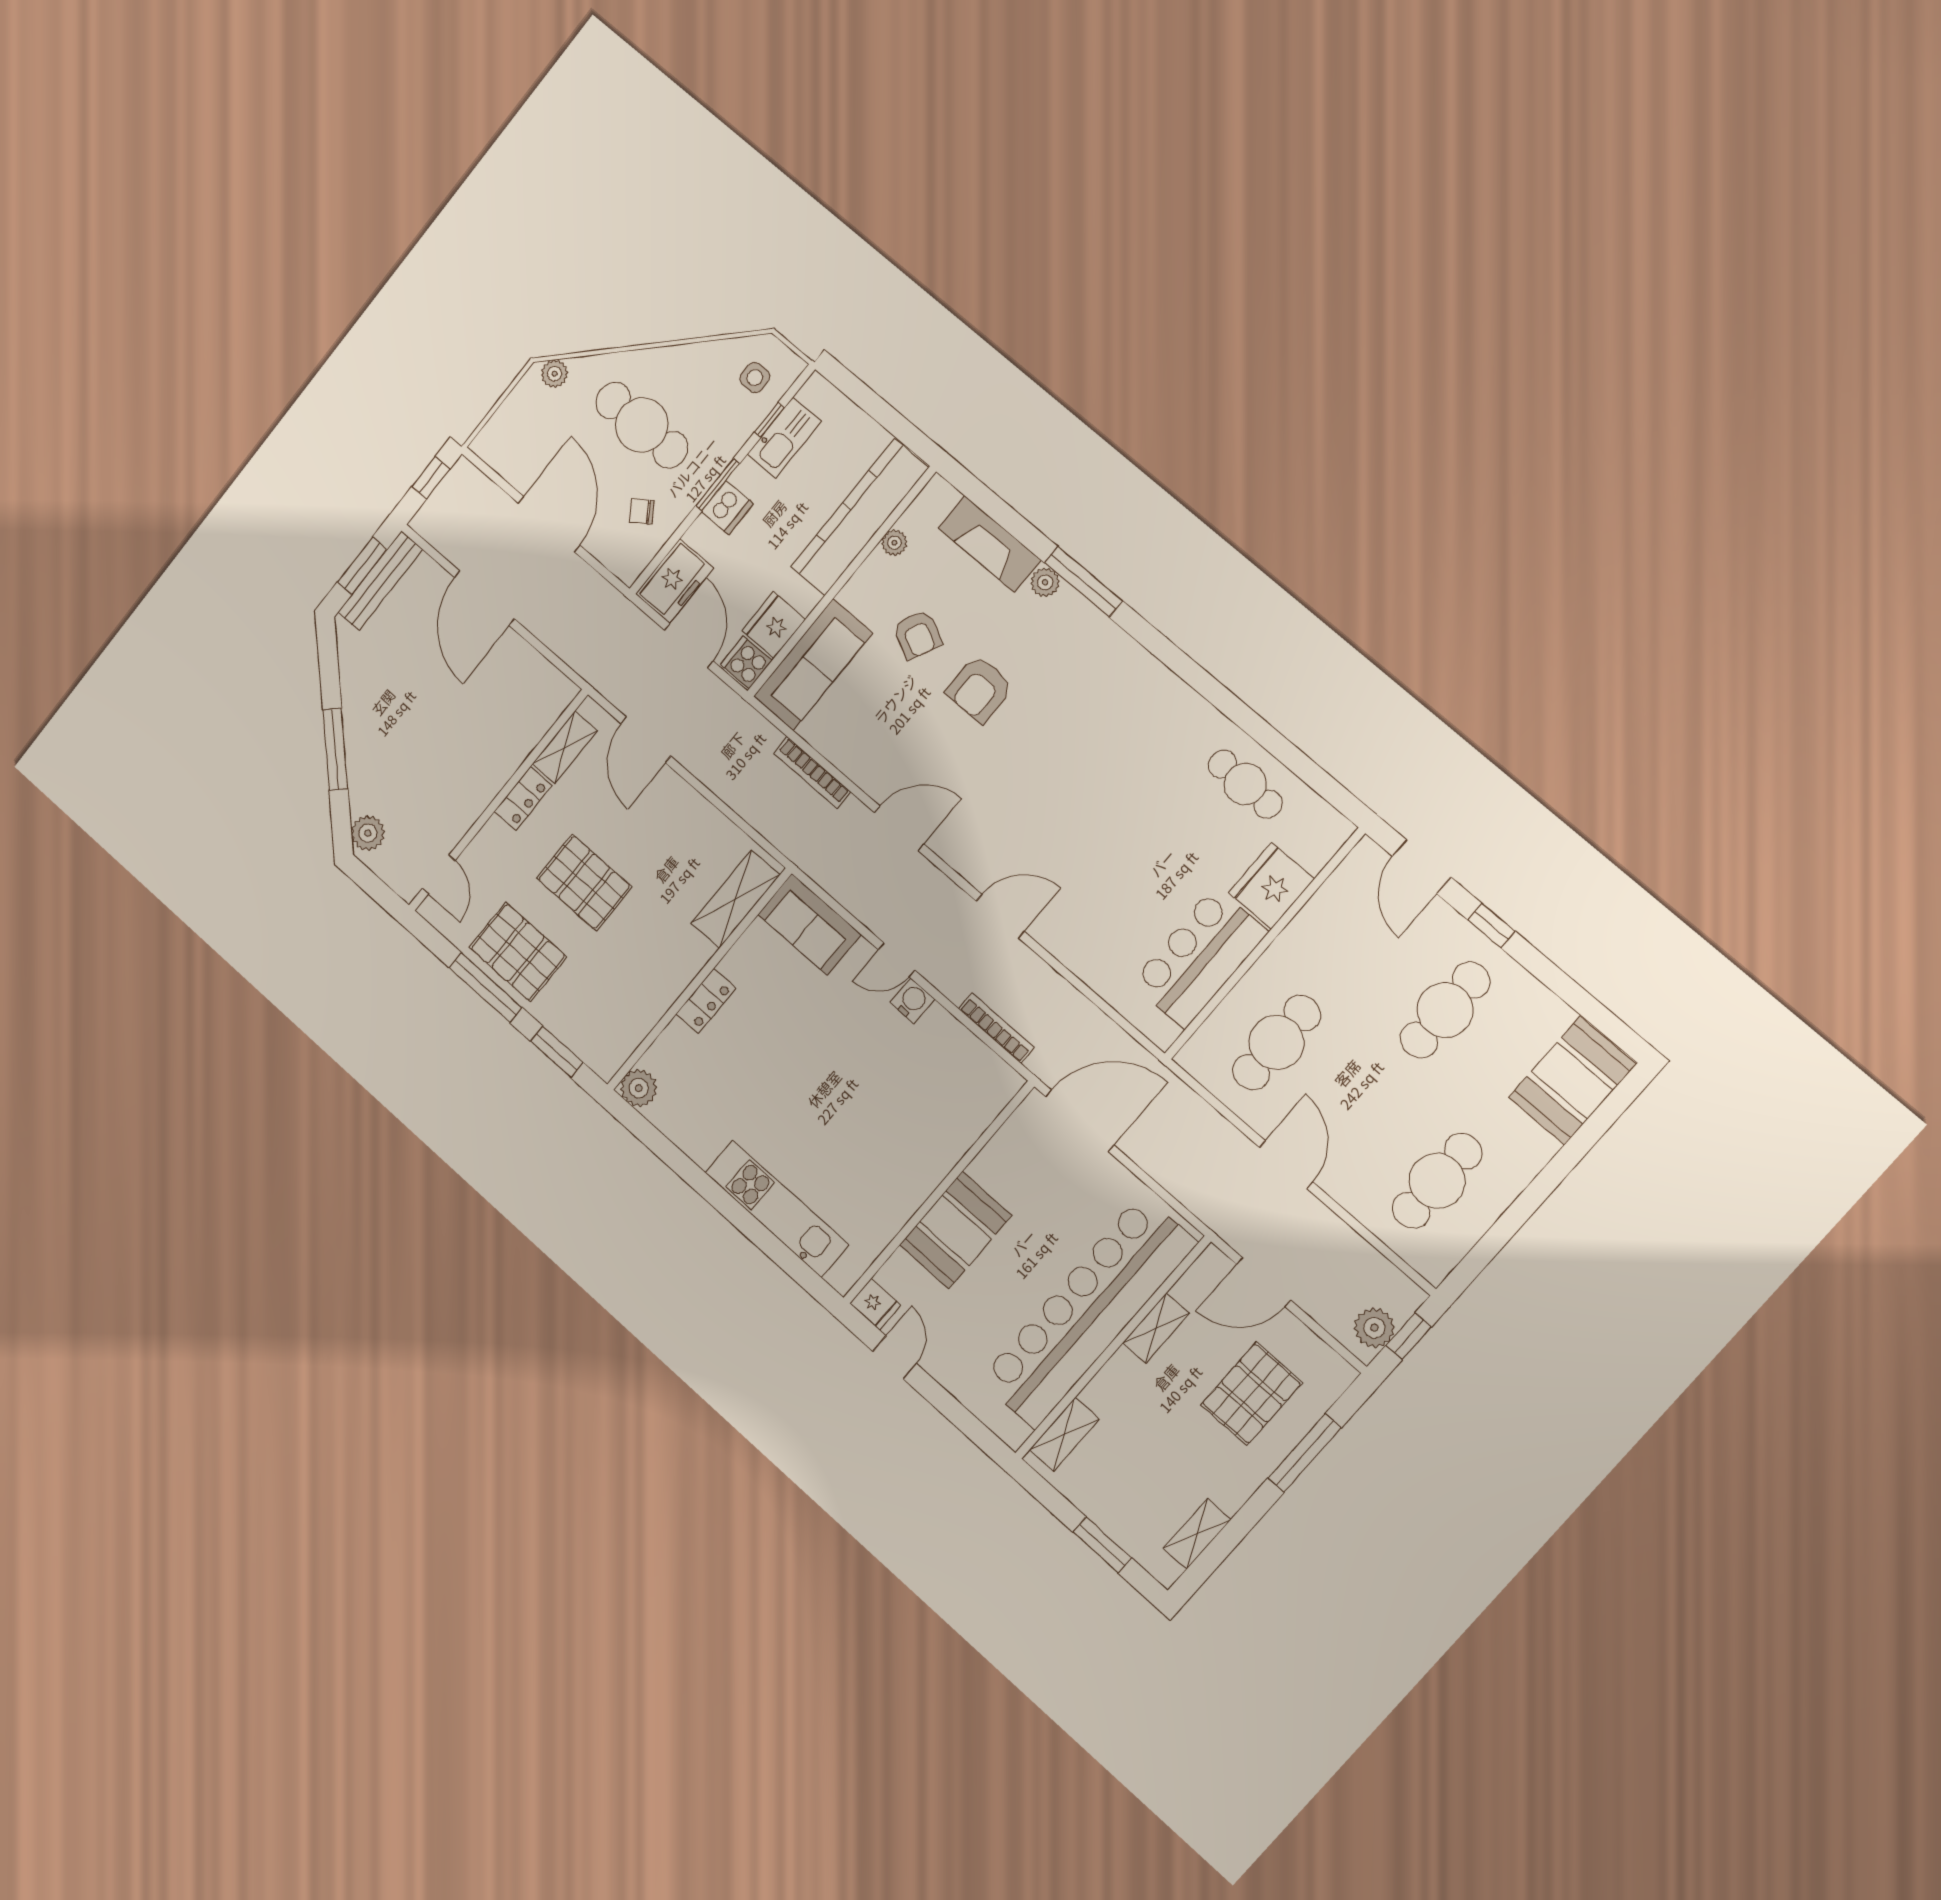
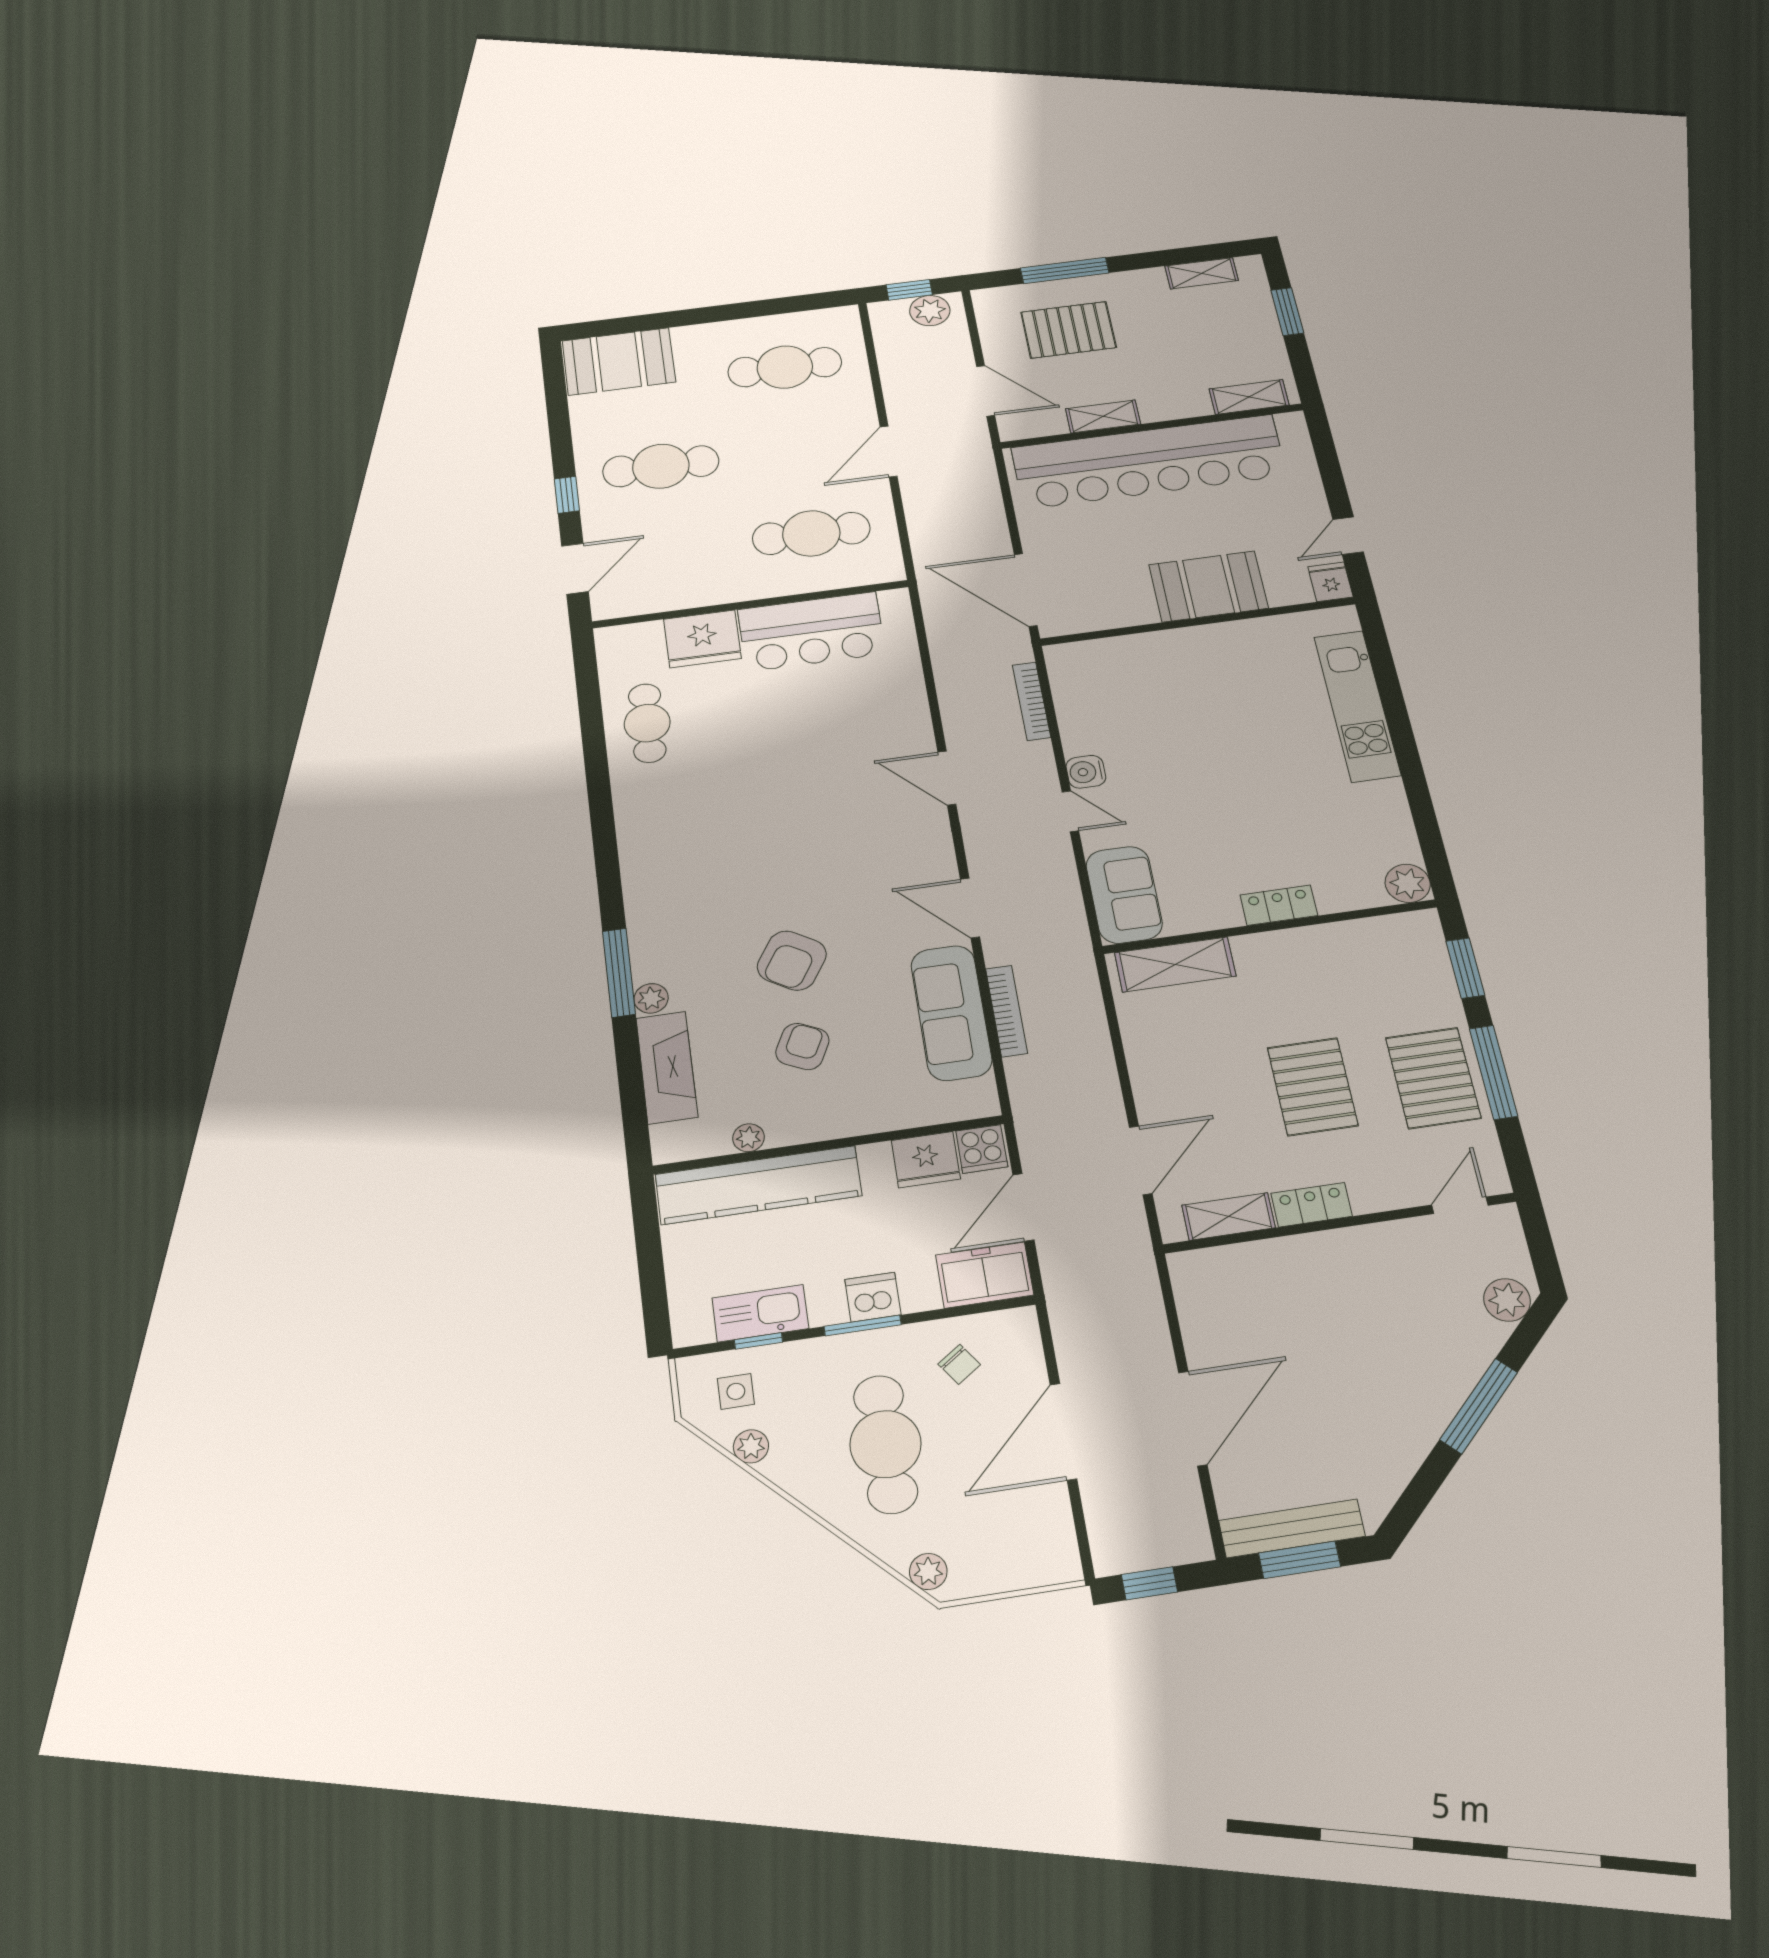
plant: (716, 353) -> (751, 1446), added
sofa: (813, 665) -> (951, 1013), moved, turned -90
armchair: (980, 689) -> (792, 961), turned 122

